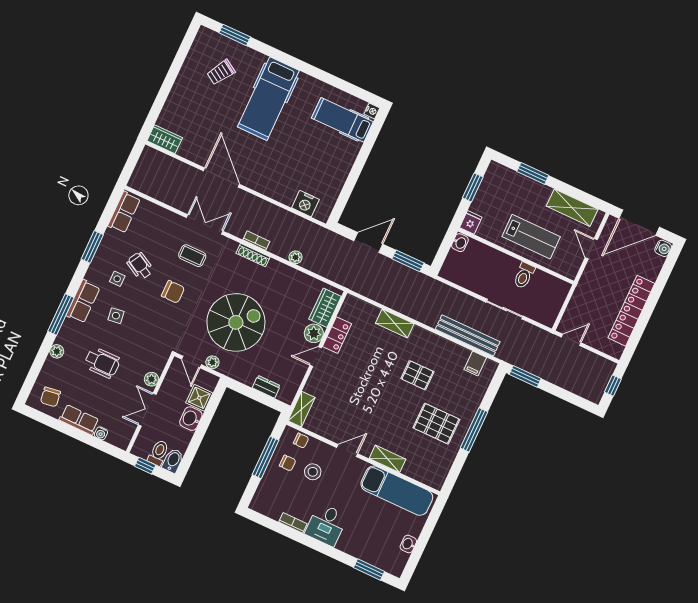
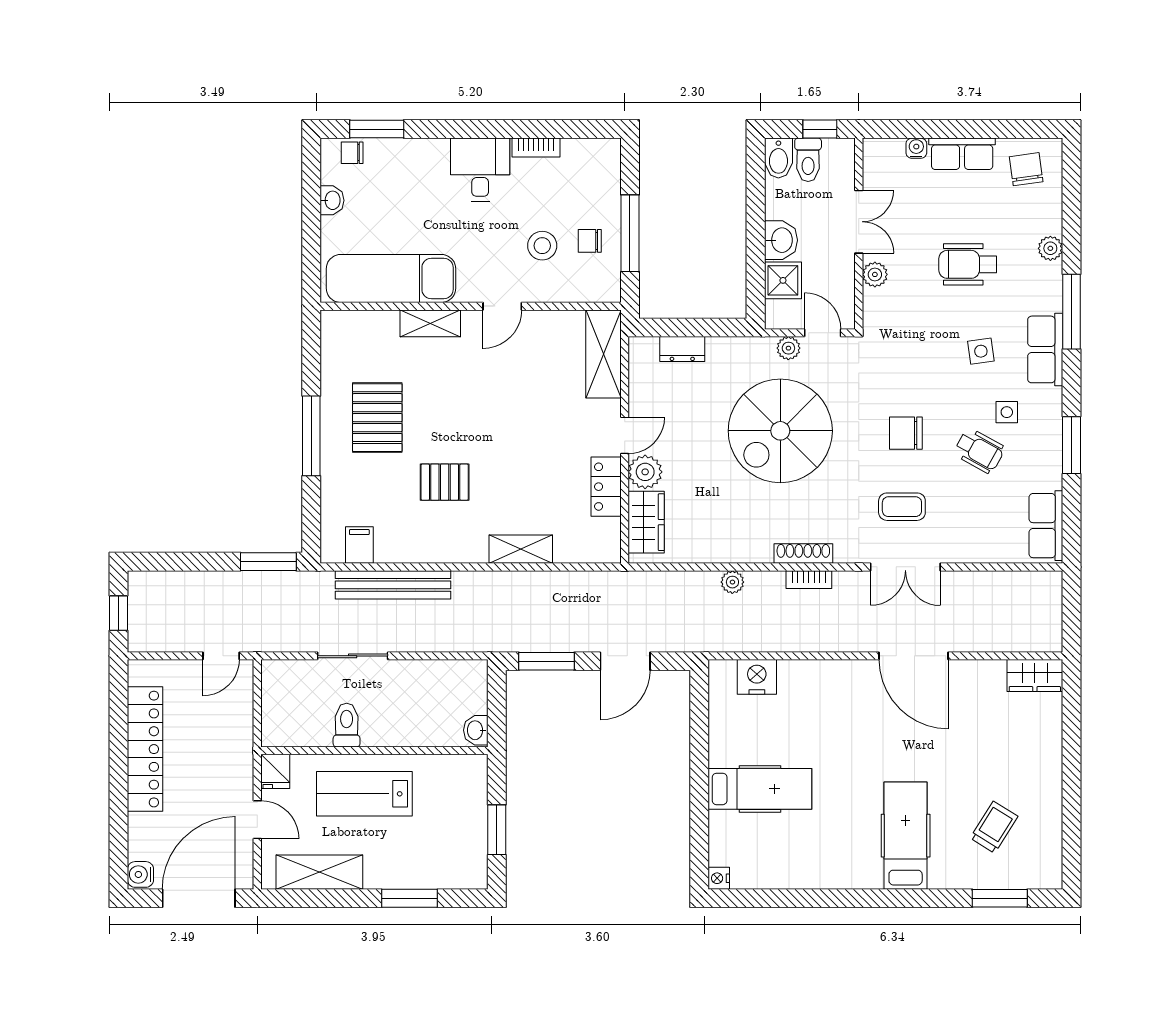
hospital bed: (268, 99) -> (906, 836), width x0.73, depth x0.78
hospital bed: (342, 120) -> (760, 789), moved
fridge: (471, 222) -> (275, 771), moved
shelving: (302, 409) -> (603, 354), width x1.50, depth x1.33
pallet: (436, 424) -> (377, 418), turned 90
chair: (301, 441) -> (352, 153), moved

